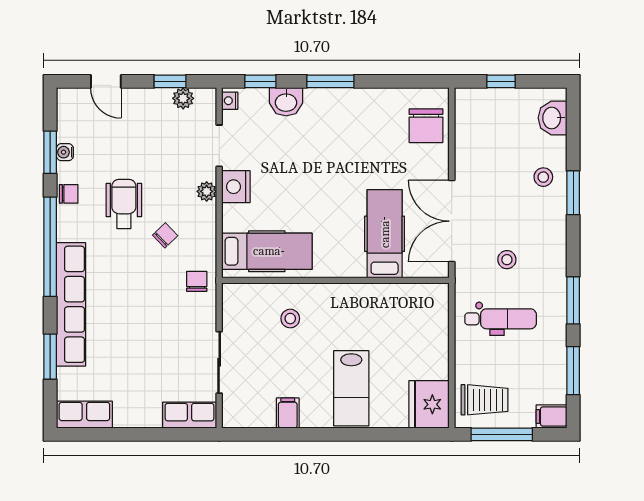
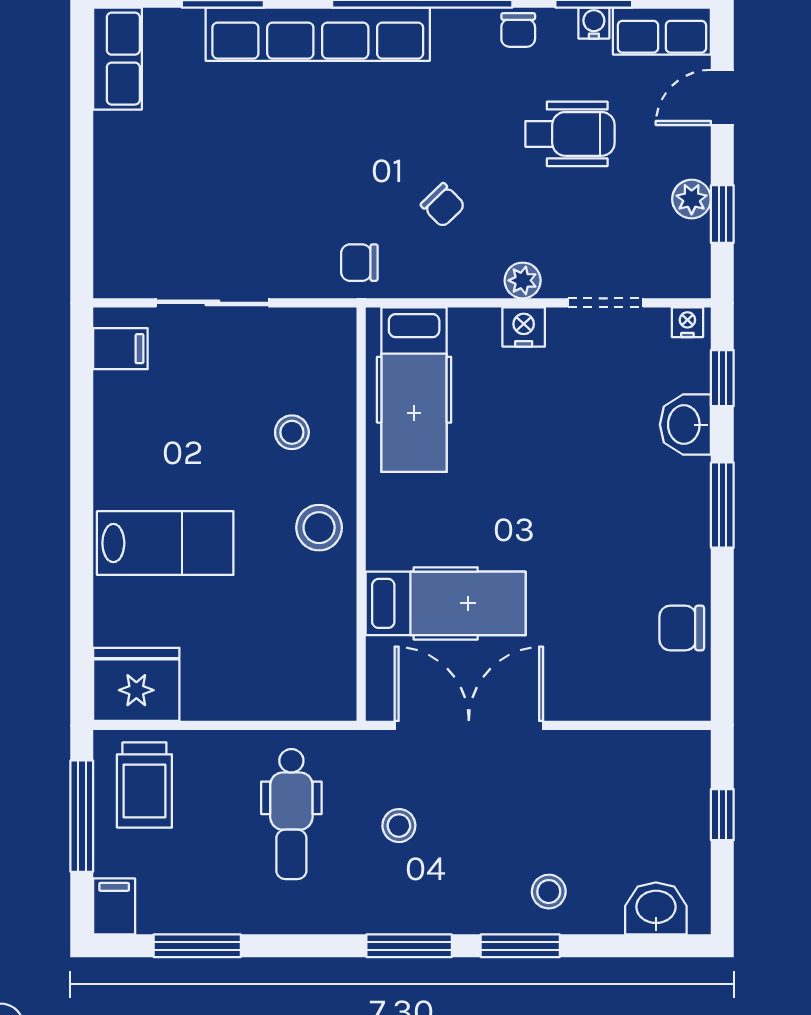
plant: (183, 98) -> (692, 199), moved
chair: (426, 126) -> (682, 628), moved, width x0.73, depth x0.73
nightstand: (236, 187) -> (524, 327), width x0.74, depth x0.75
wheelchair: (124, 204) -> (570, 134), moved
chair: (197, 281) -> (359, 263), turned 180
window: (573, 300) -> (409, 946), moved
stool: (343, 304) -> (319, 528), added
lab bench: (351, 388) -> (165, 543), turned 180
filing cabinet: (288, 413) -> (120, 349), moved
row of seats: (190, 415) -> (662, 31), moved, turned 90

